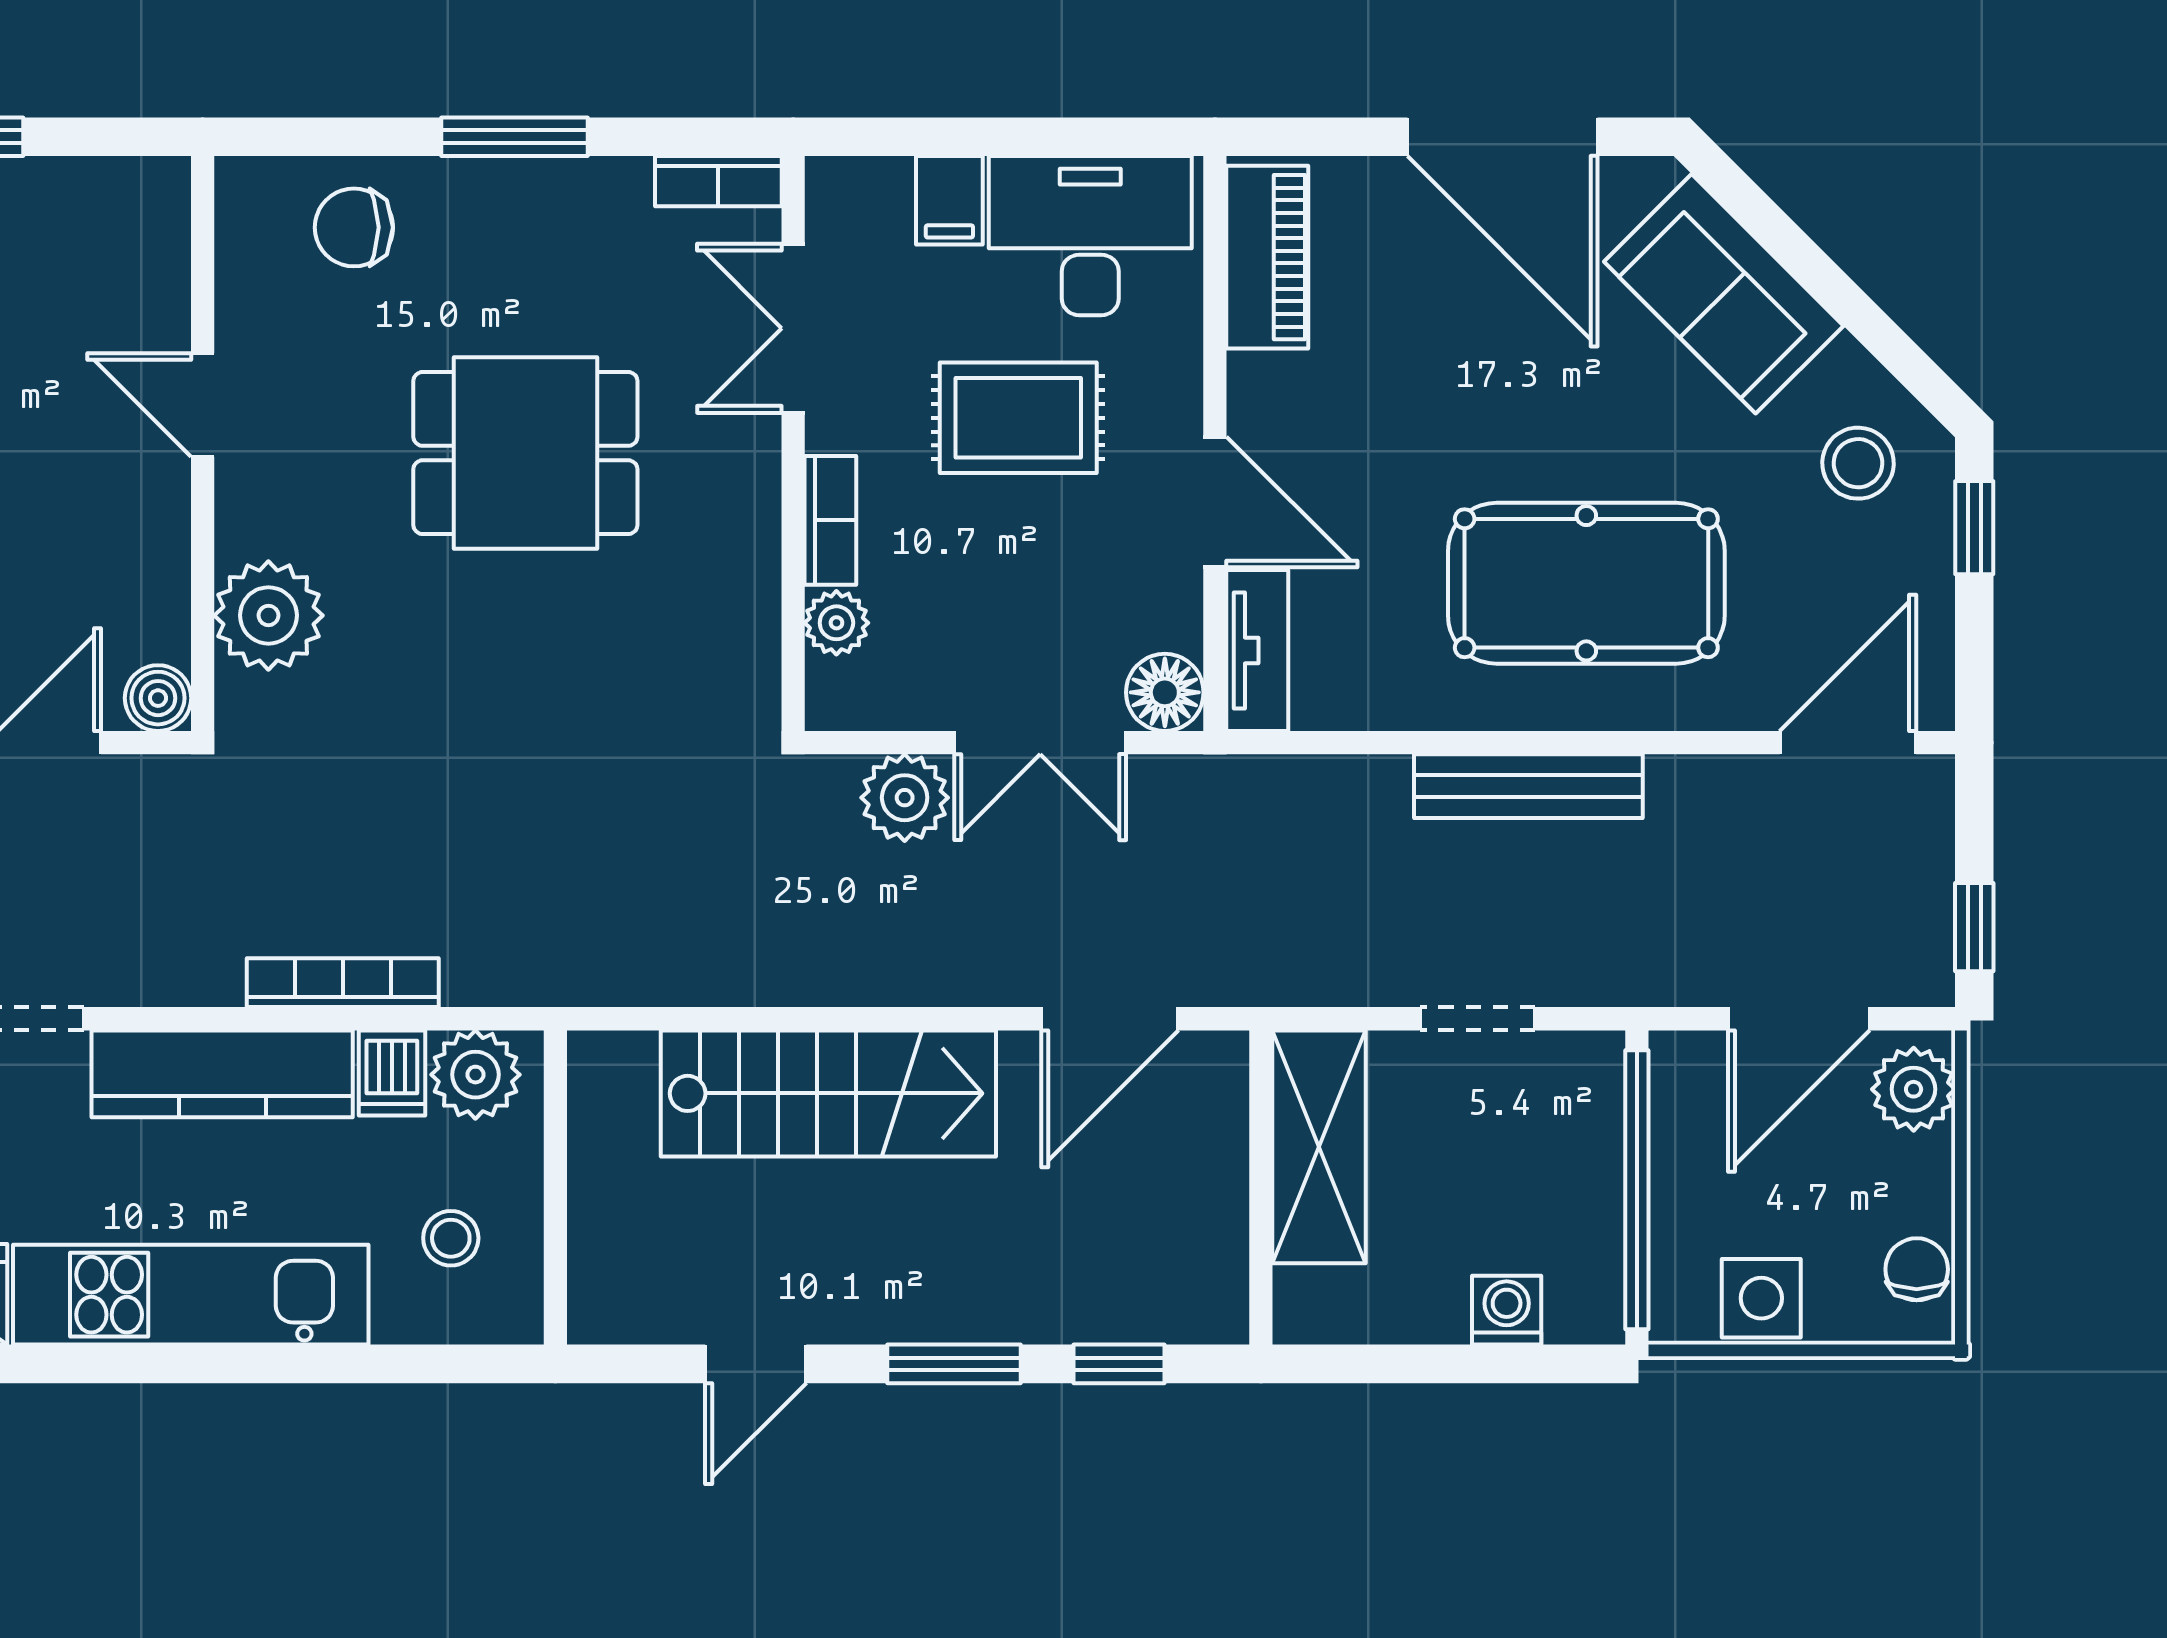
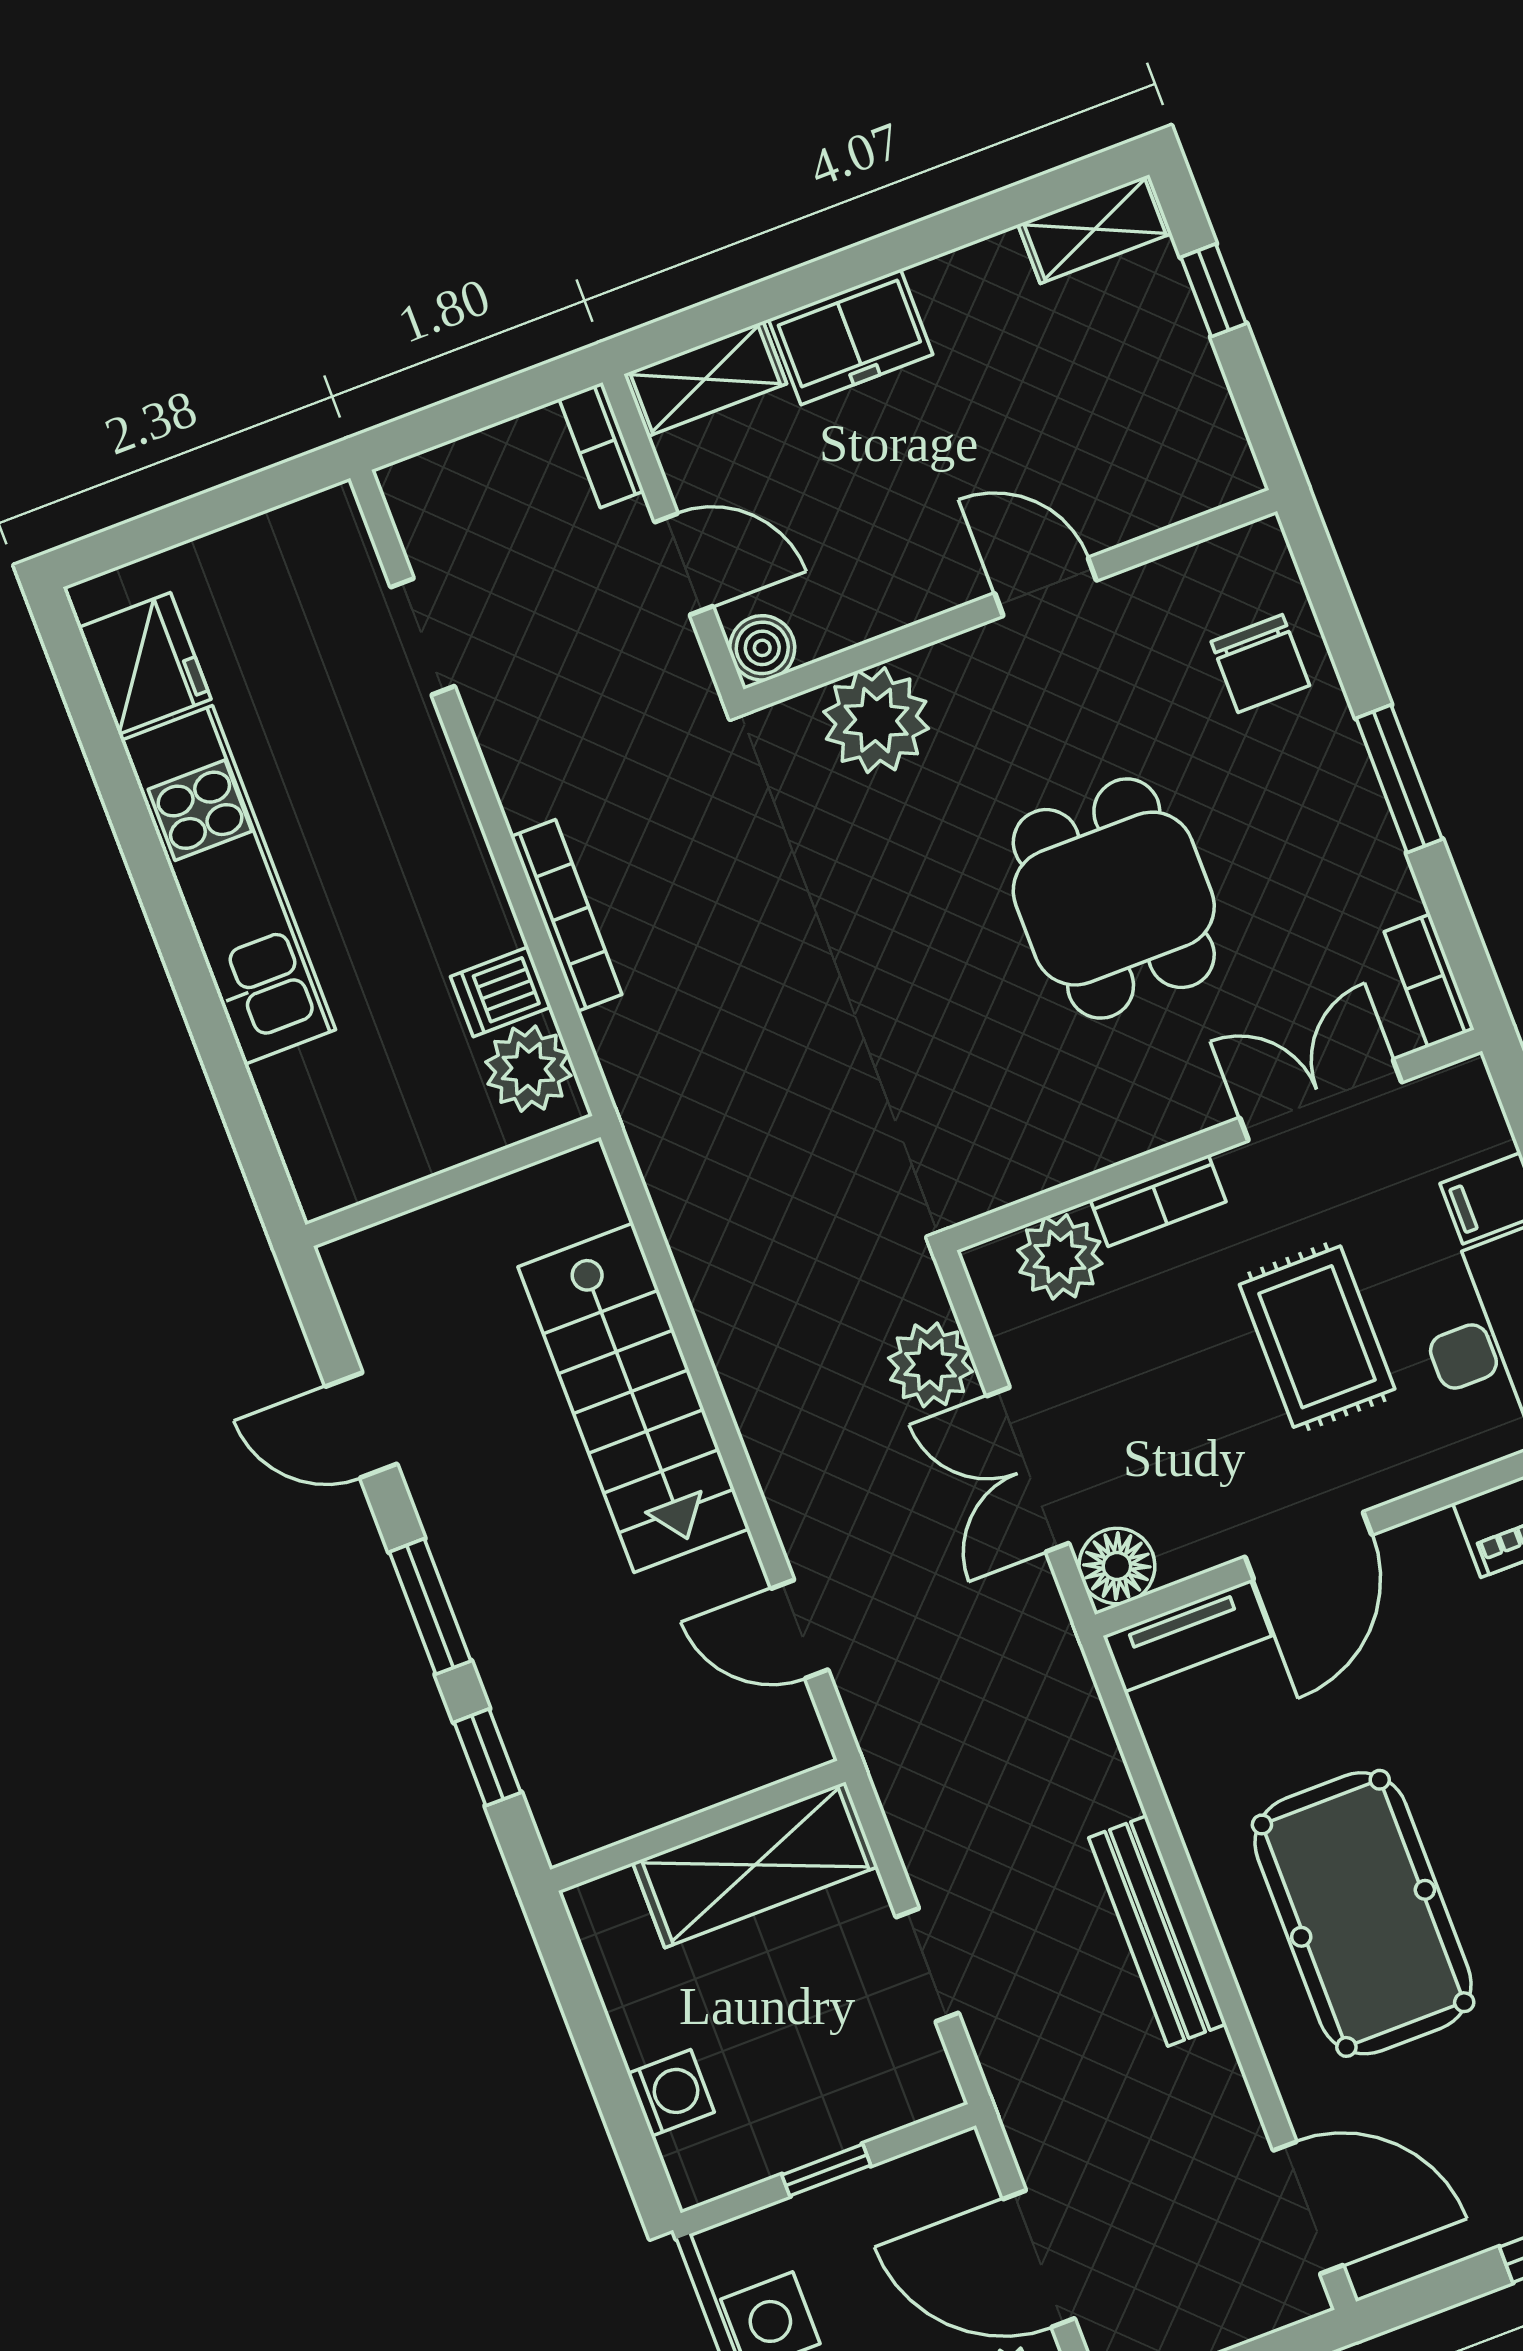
chair: (354, 227) -> (1260, 664), turned 180
door: (203, 405) -> (1046, 587), hinge flipped
plant: (836, 623) -> (1060, 1257), width x1.38, depth x1.38
door: (1110, 1019) -> (800, 1629), width x0.73
kitchen counter: (222, 1074) -> (441, 837), removed
window: (1637, 1190) -> (826, 2170), width x0.32
stool: (451, 1238) -> (370, 1103), removed

